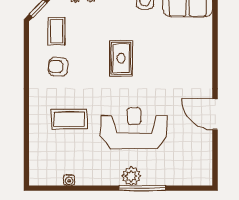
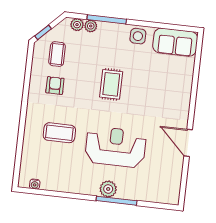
armchair: (58, 67) -> (55, 86), turned 86
water cooler: (69, 180) -> (35, 184), moved

